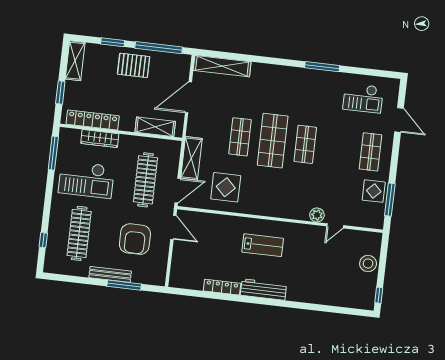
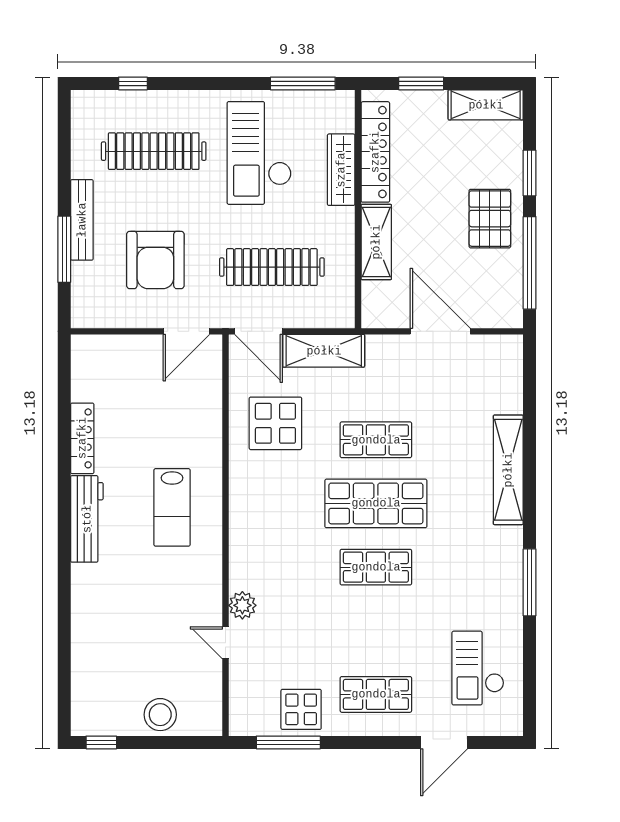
shelving: (222, 66) -> (508, 470), moved
shelving: (155, 127) -> (376, 242), moved
armchair: (135, 239) -> (155, 260), turned -90

